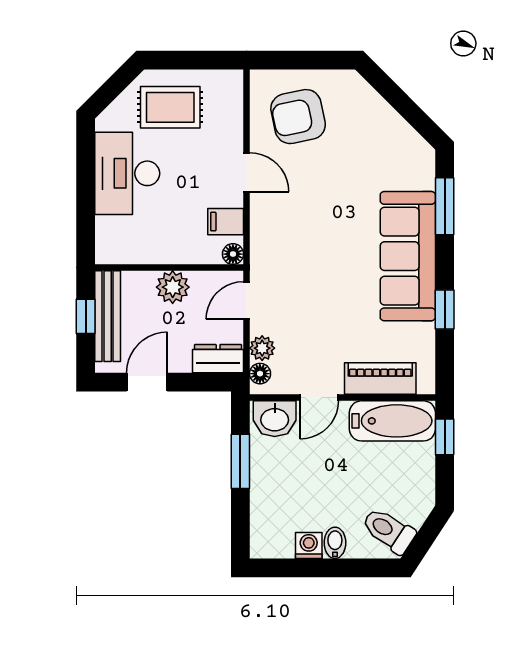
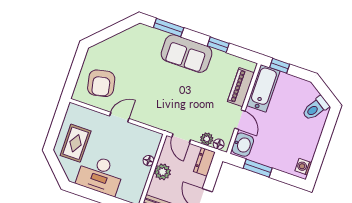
filing cabinet: (226, 222) -> (140, 135), removed
floor lamp: (233, 254) -> (149, 161), moved
sofa: (408, 256) -> (187, 54), width x0.73
bidet: (335, 543) -> (312, 136), removed
washing machine: (309, 545) -> (303, 167), moved

